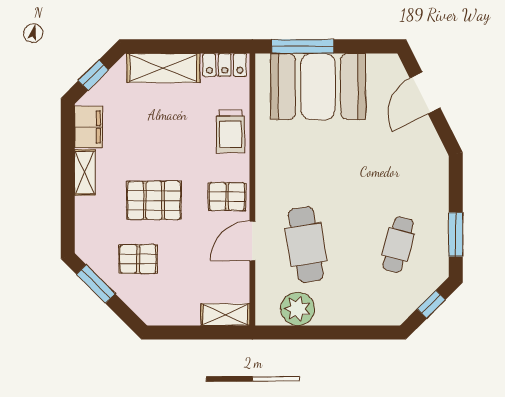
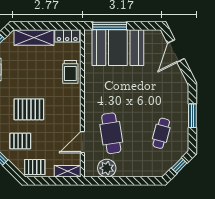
pallet: (227, 197) -> (35, 167), moved
window: (456, 234) -> (192, 116), moved
door: (252, 241) -> (82, 142), moved

